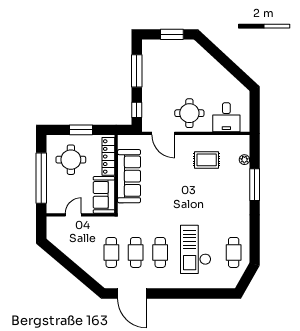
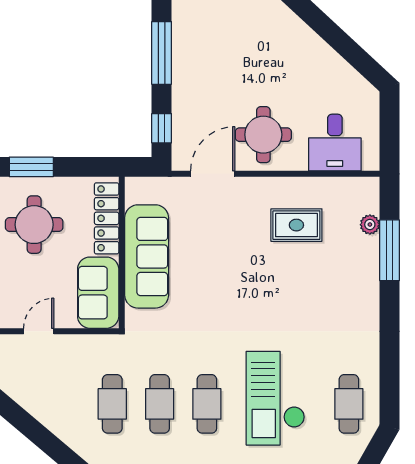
window: (81, 130) -> (31, 167), moved
door: (163, 133) -> (213, 174), swing flipped
window: (255, 185) -> (389, 250), moved

